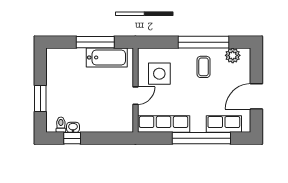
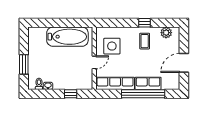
window: (95, 42) -> (65, 23), removed
window: (203, 42) -> (145, 23), width x0.32
bathtub: (107, 57) -> (67, 37), width x1.36, depth x1.36
row of seats: (224, 124) -> (148, 83), moved
window: (72, 138) -> (71, 94), moved

